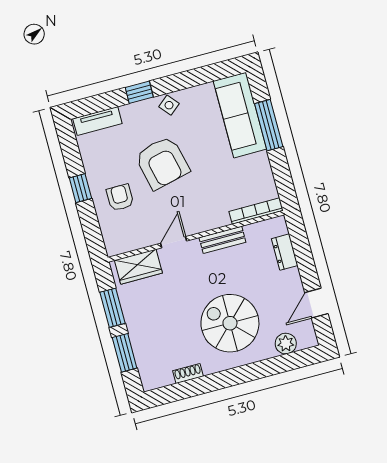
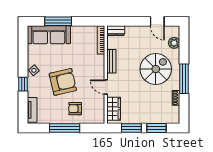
window: (80, 188) -> (65, 128), width x2.17
dresser: (285, 252) -> (116, 31), moved
spiral stairs: (230, 323) -> (156, 69), turned 180
window: (226, 379) -> (184, 79), added

